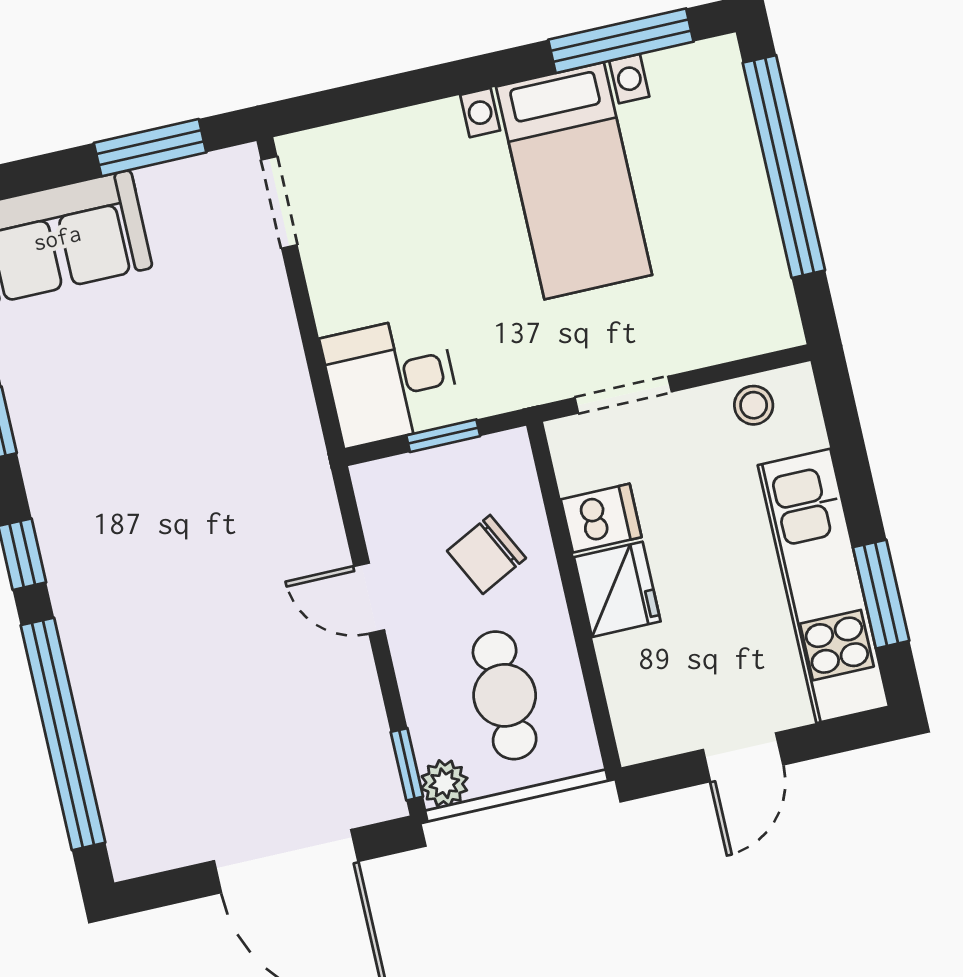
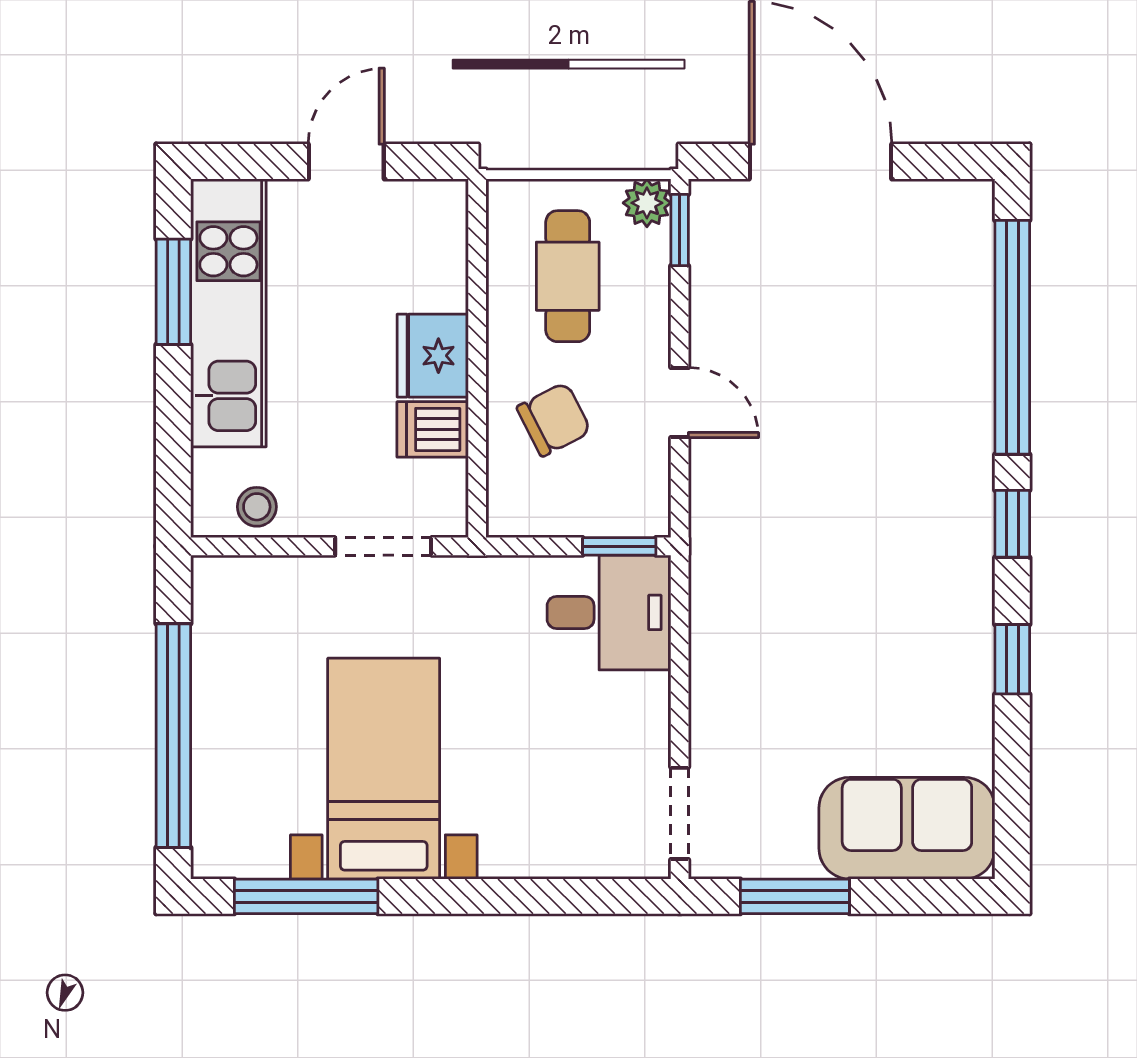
window: (443, 436) -> (619, 546), moved

